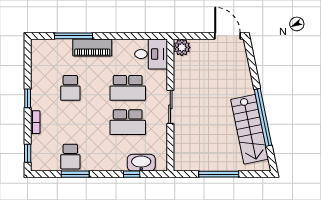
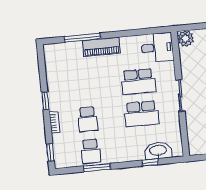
school desk: (70, 88) -> (88, 119), moved

